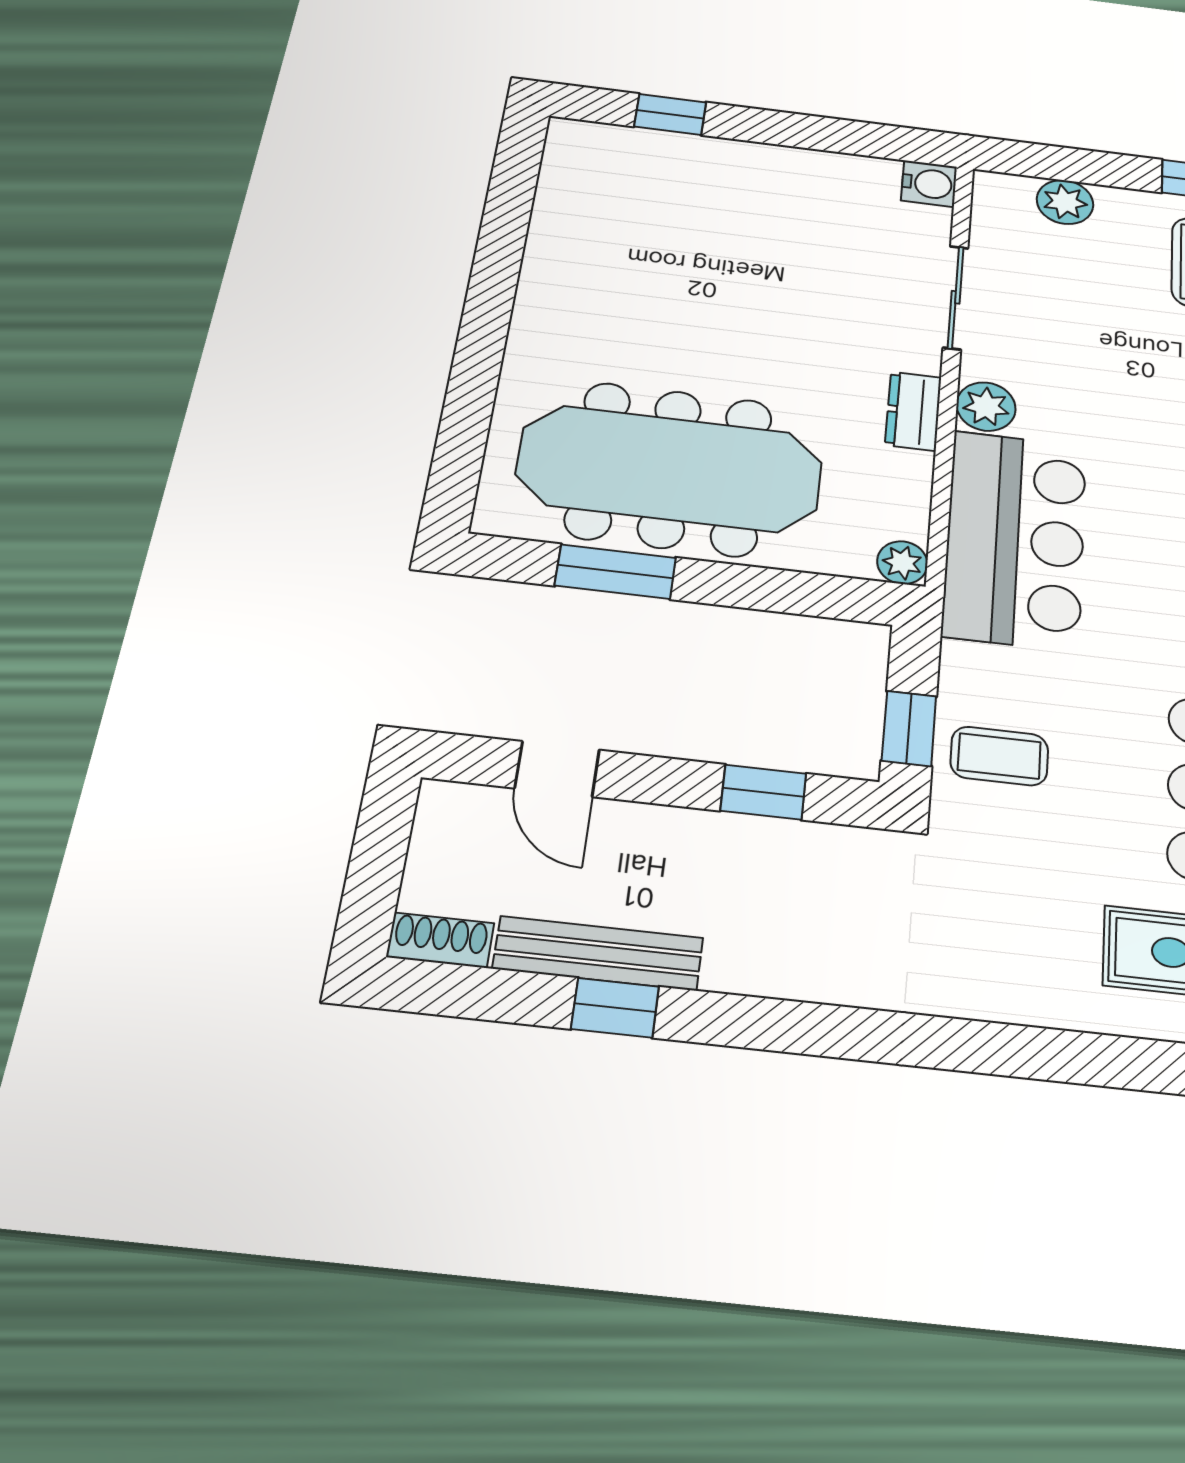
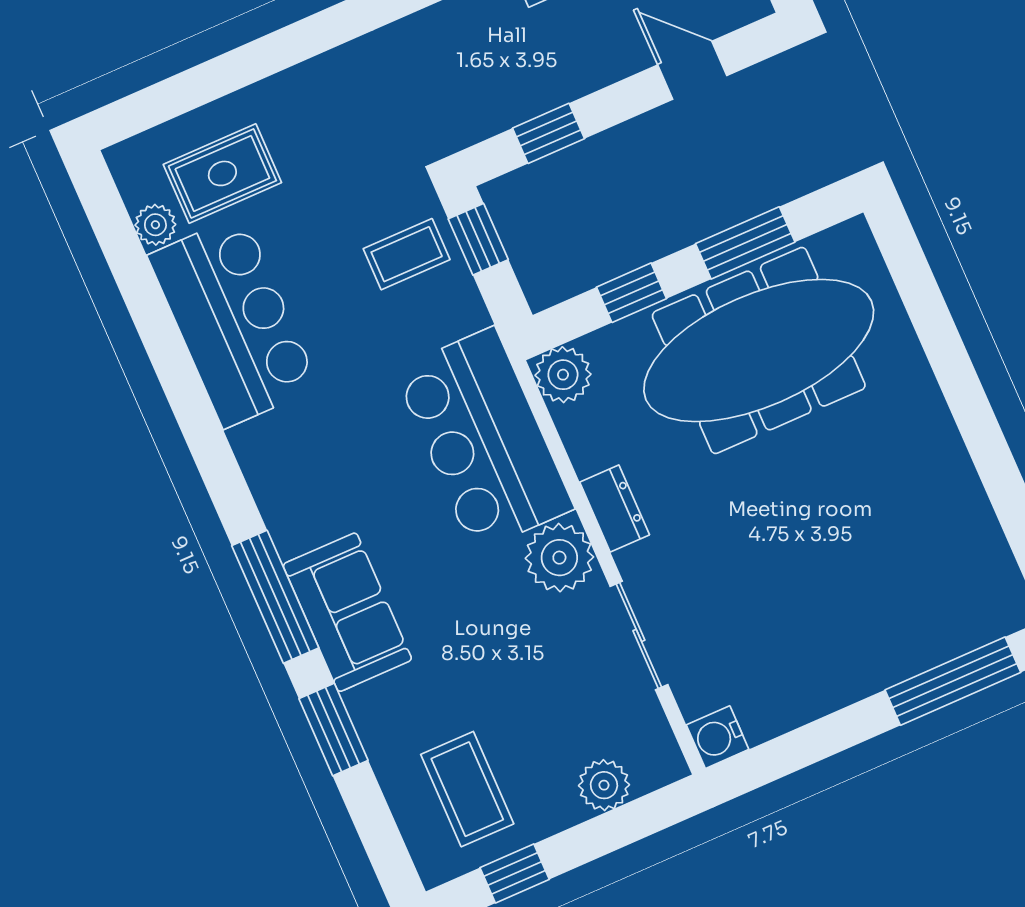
window: (670, 114) -> (953, 681), width x2.17
plant: (986, 407) -> (559, 558), width x1.36, depth x1.36
plant: (902, 563) -> (563, 375), width x1.38, depth x1.38
window: (771, 590) -> (632, 293), added

